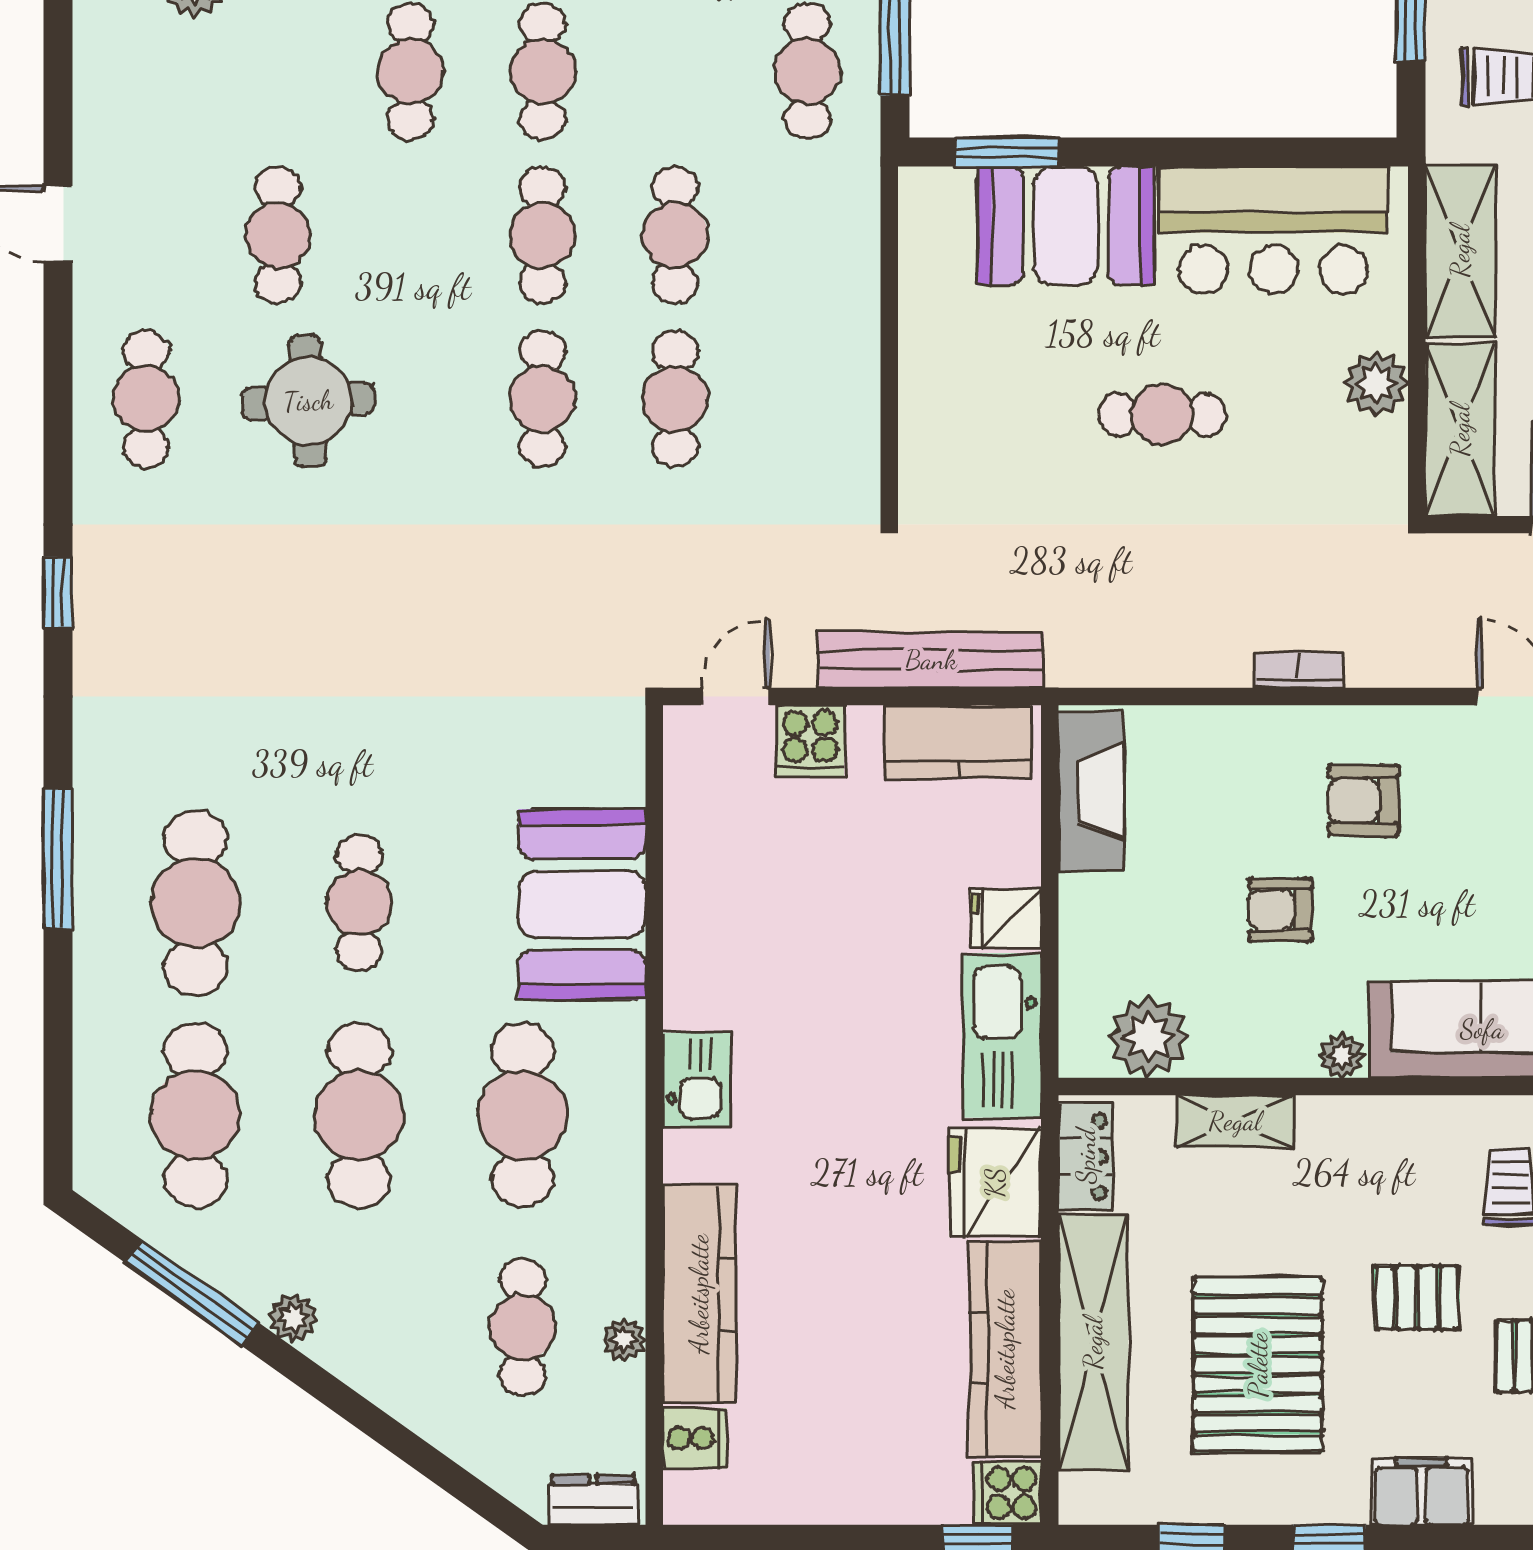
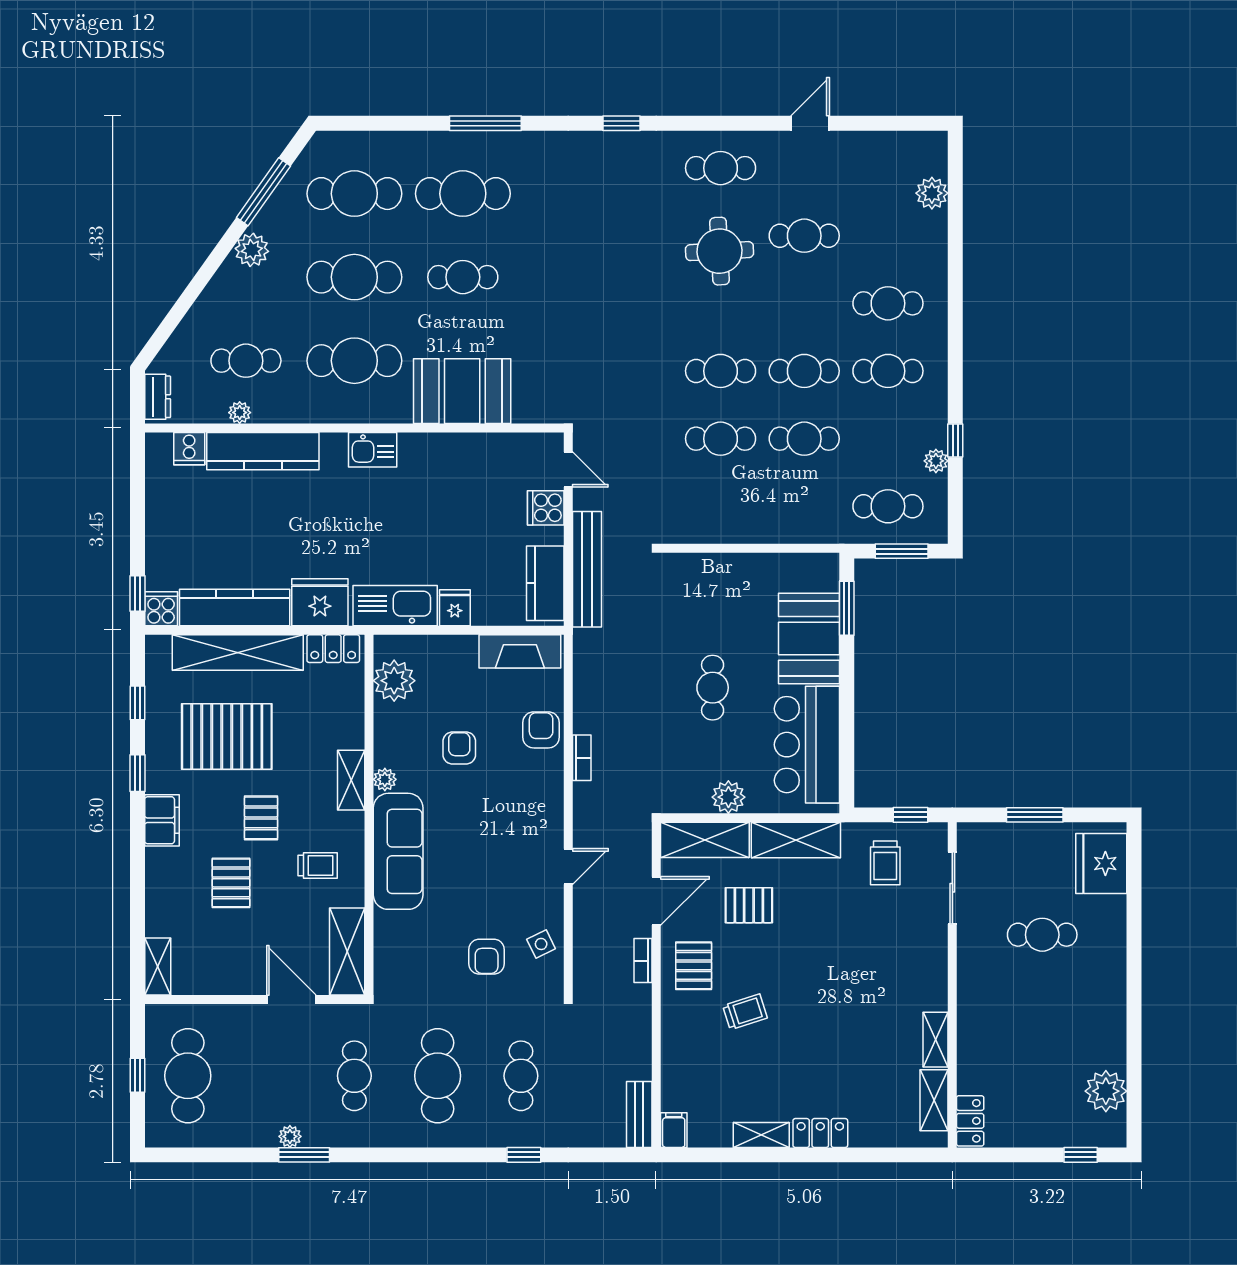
armchair: (1363, 800) -> (541, 730), moved
shelving: (1235, 1121) -> (351, 780), moved
plant: (293, 1318) -> (252, 250), width x1.38, depth x1.38

